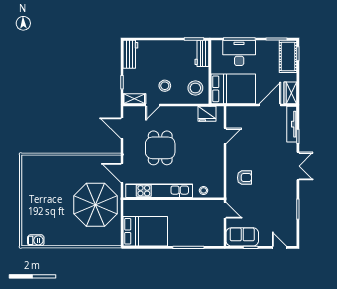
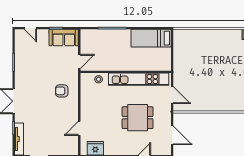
dining table: (160, 148) -> (138, 118), turned 90
parasol: (96, 205) -> (196, 66), removed
door: (225, 210) -> (79, 62), swing flipped
bed: (145, 231) -> (151, 38), width x0.67

